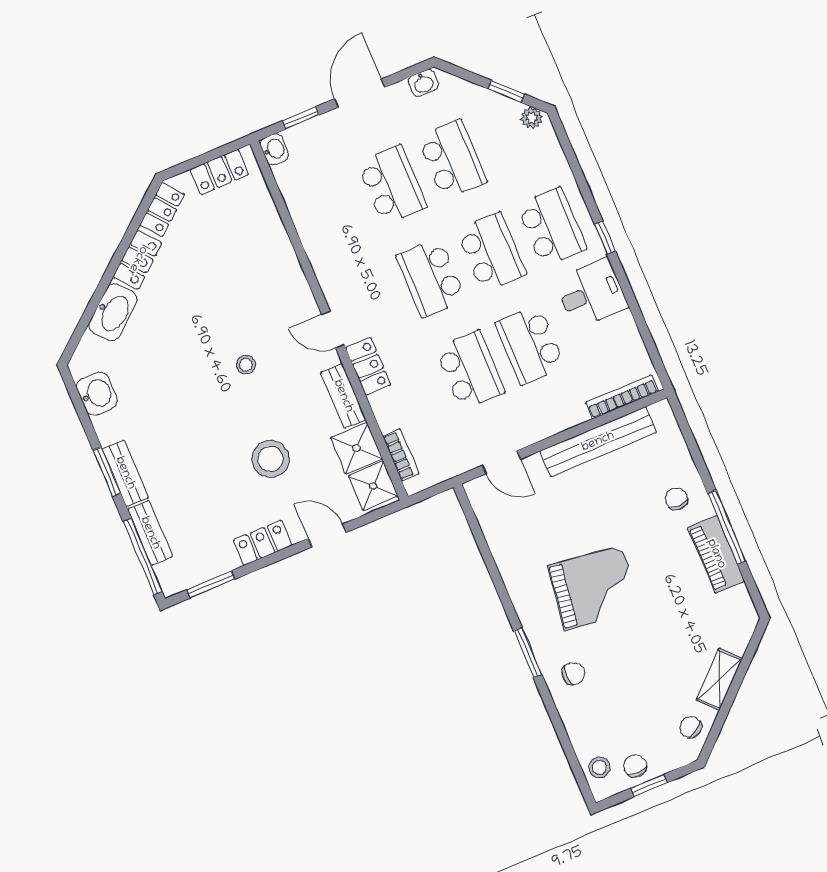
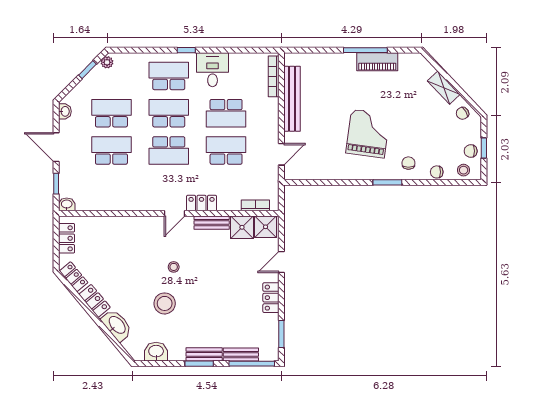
stool: (270, 459) -> (165, 303), moved
chair: (676, 499) -> (437, 172), moved

